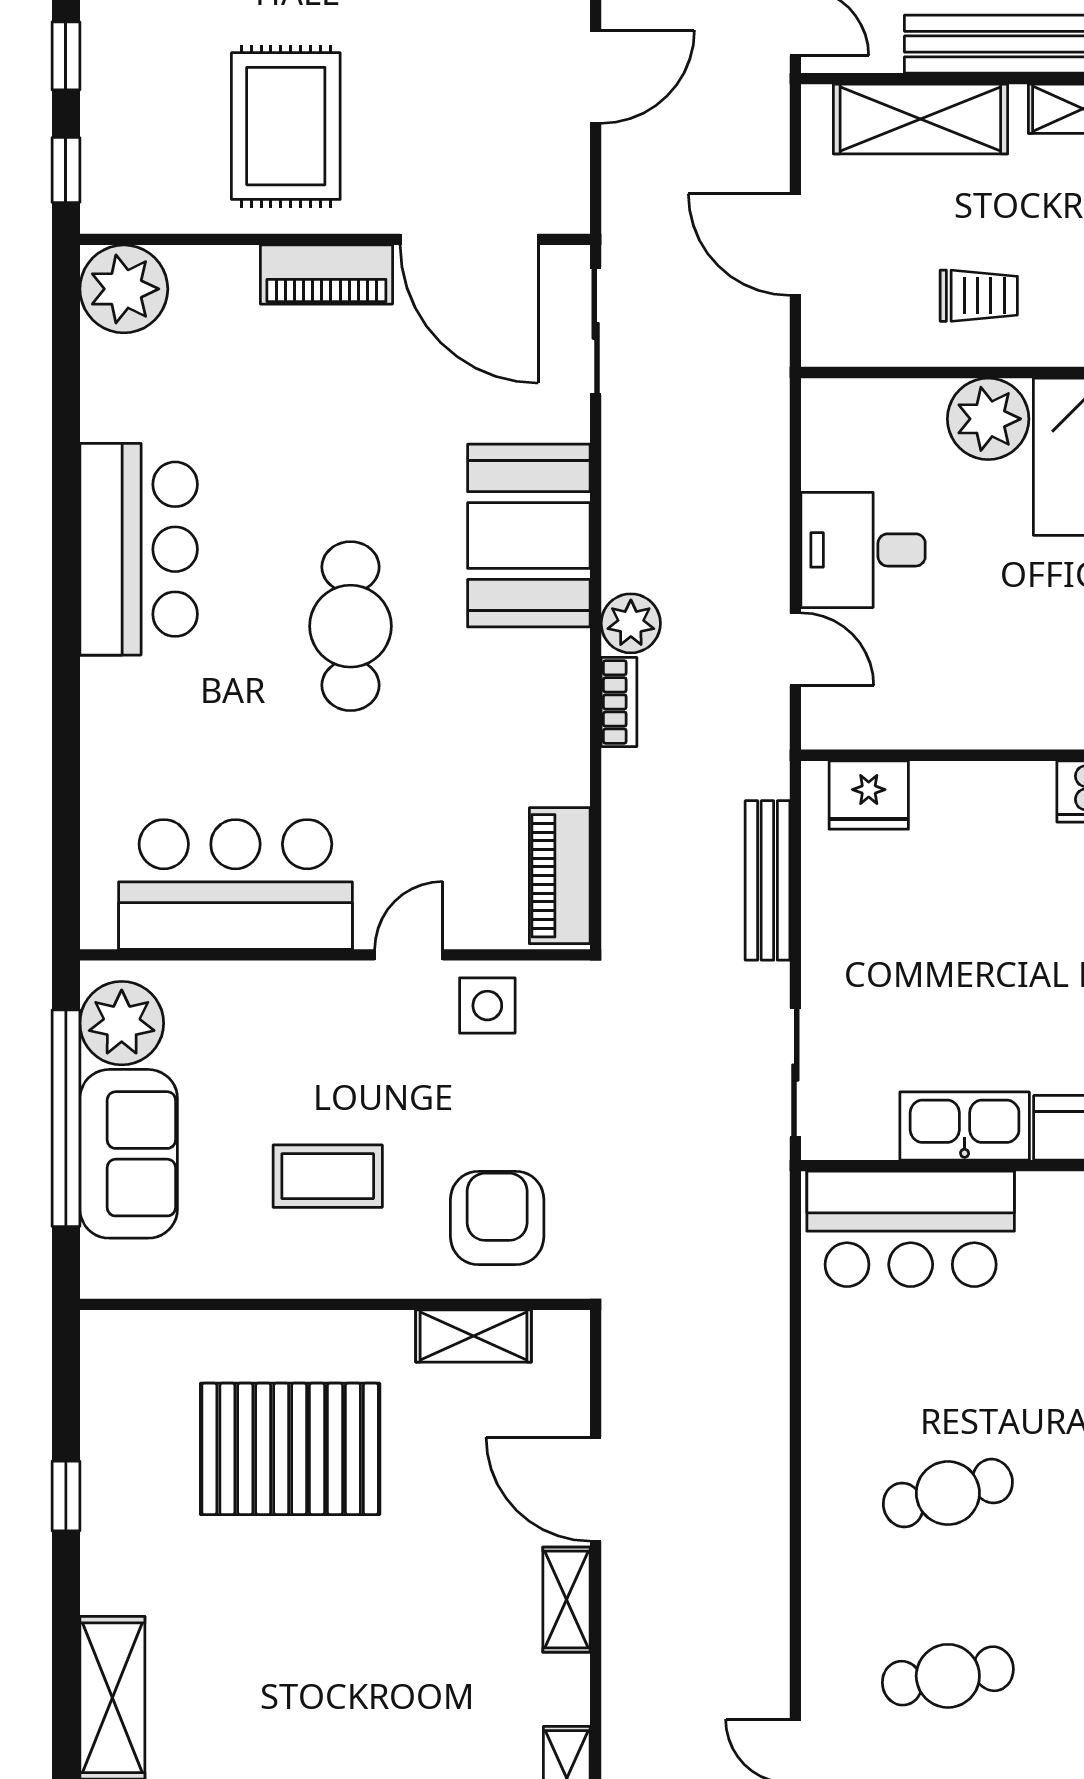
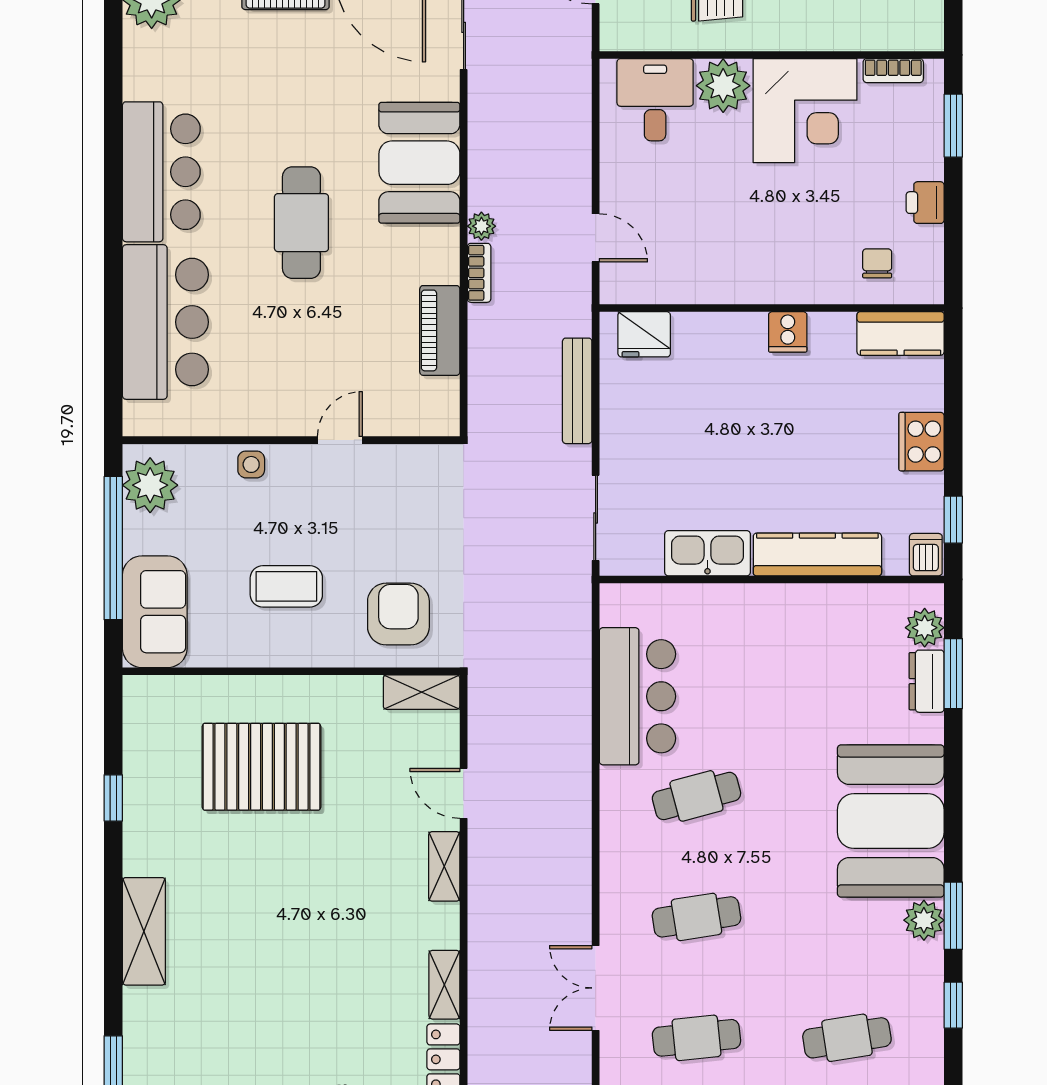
desk: (863, 550) -> (655, 100), moved, turned 90
plant: (631, 623) -> (481, 226), width x0.73, depth x0.73
piano: (560, 876) -> (440, 330), moved
bar counter: (235, 884) -> (165, 322), moved, turned 90
side table: (487, 1006) -> (251, 464), moved, width x0.73, depth x0.73
sofa: (129, 1154) -> (155, 612), moved
bar counter: (911, 1229) -> (637, 696), moved, turned -90
shelving: (473, 1336) -> (422, 692), moved
door: (596, 1489) -> (464, 793), width x0.73

